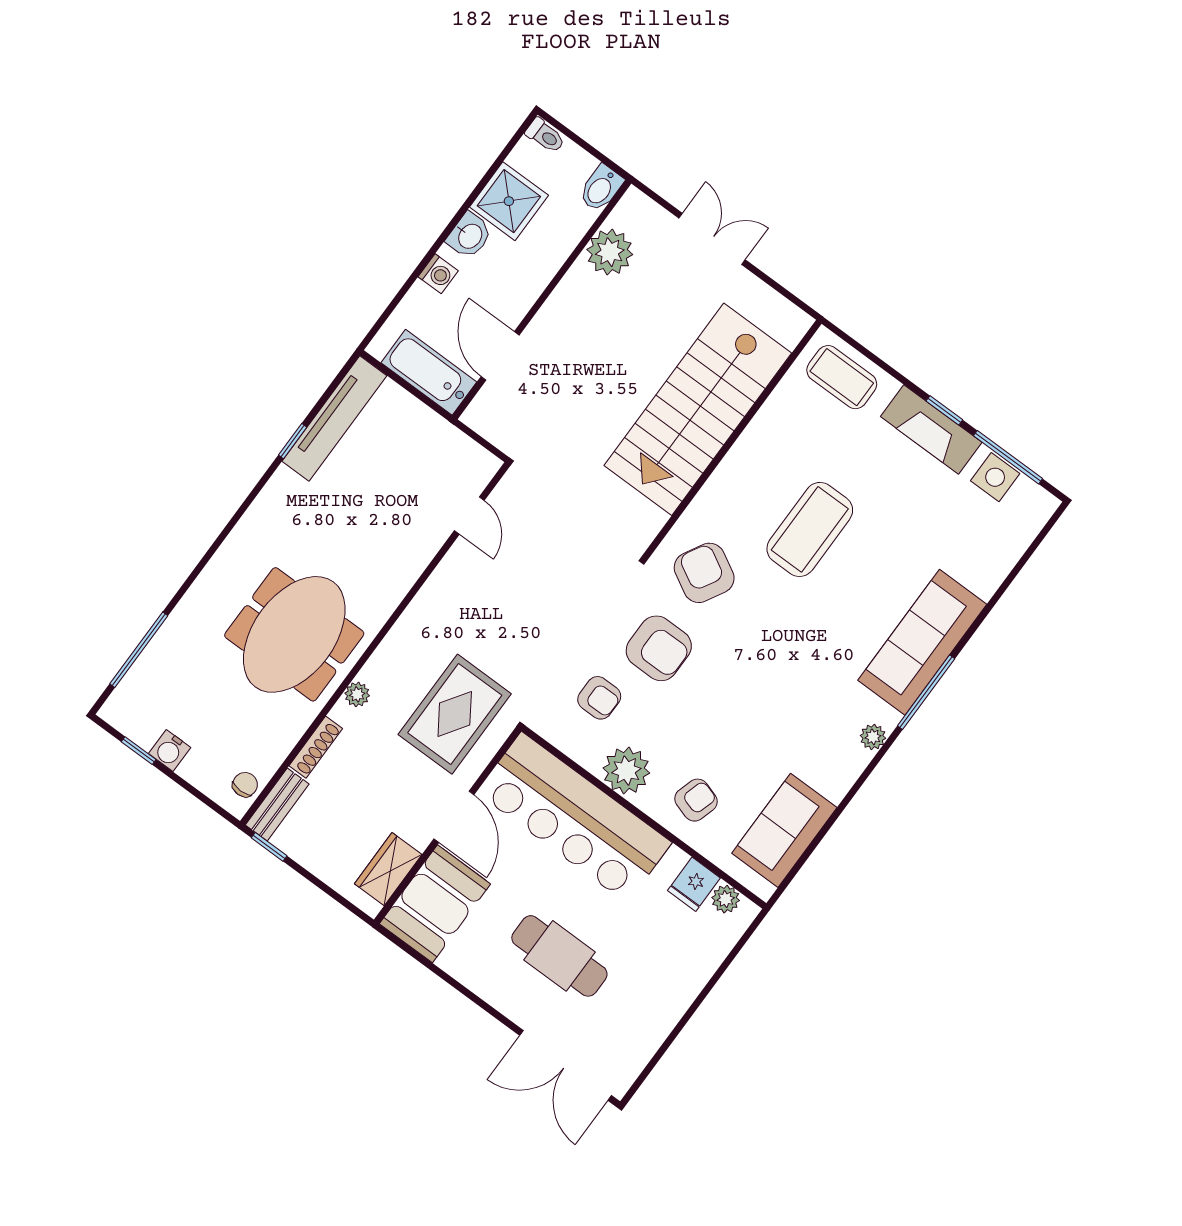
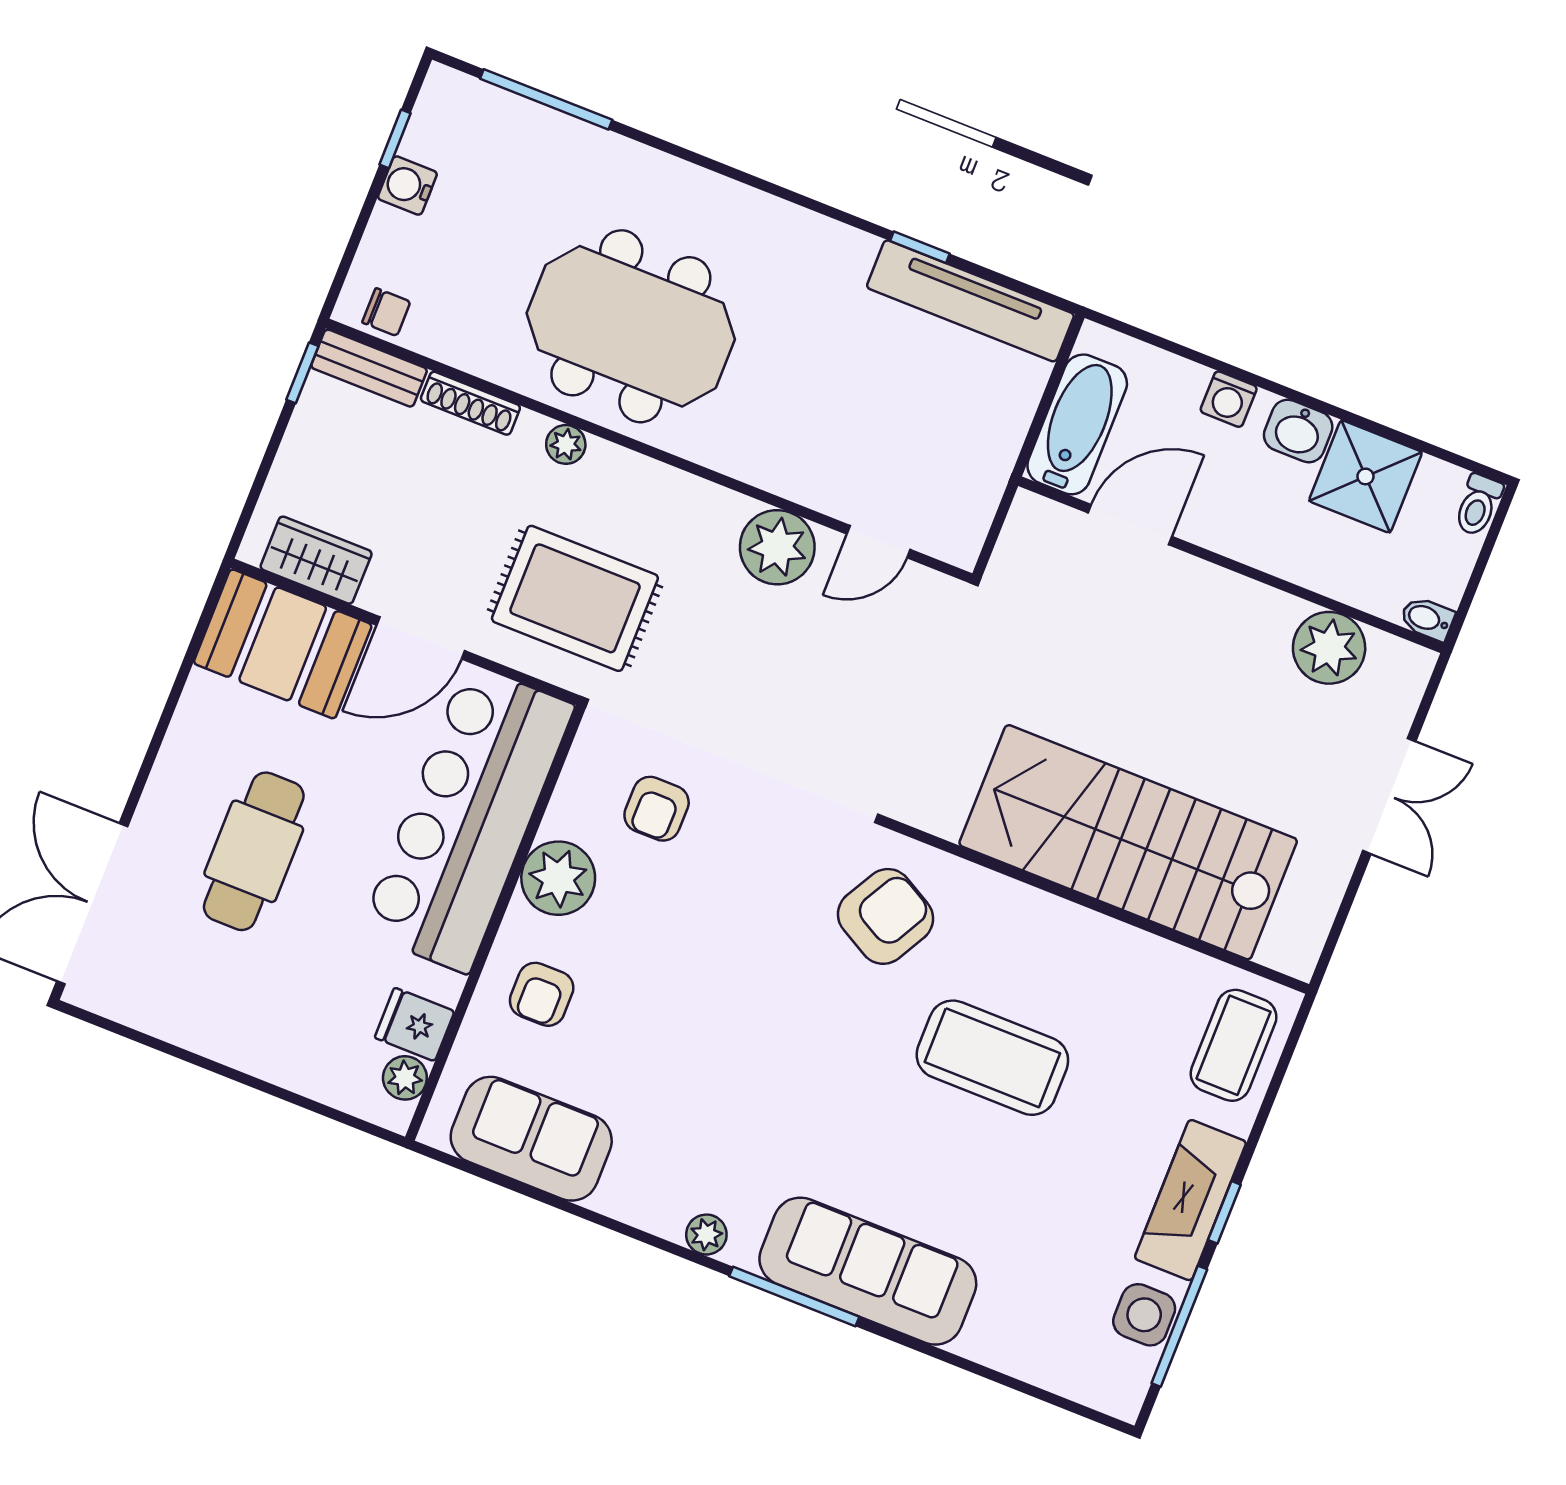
bidet: (601, 188) -> (1427, 619), width x0.72, depth x0.74
plant: (456, 580) -> (777, 547), added
armchair: (659, 648) -> (754, 878), removed
armchair: (696, 800) -> (542, 994), turned 73

